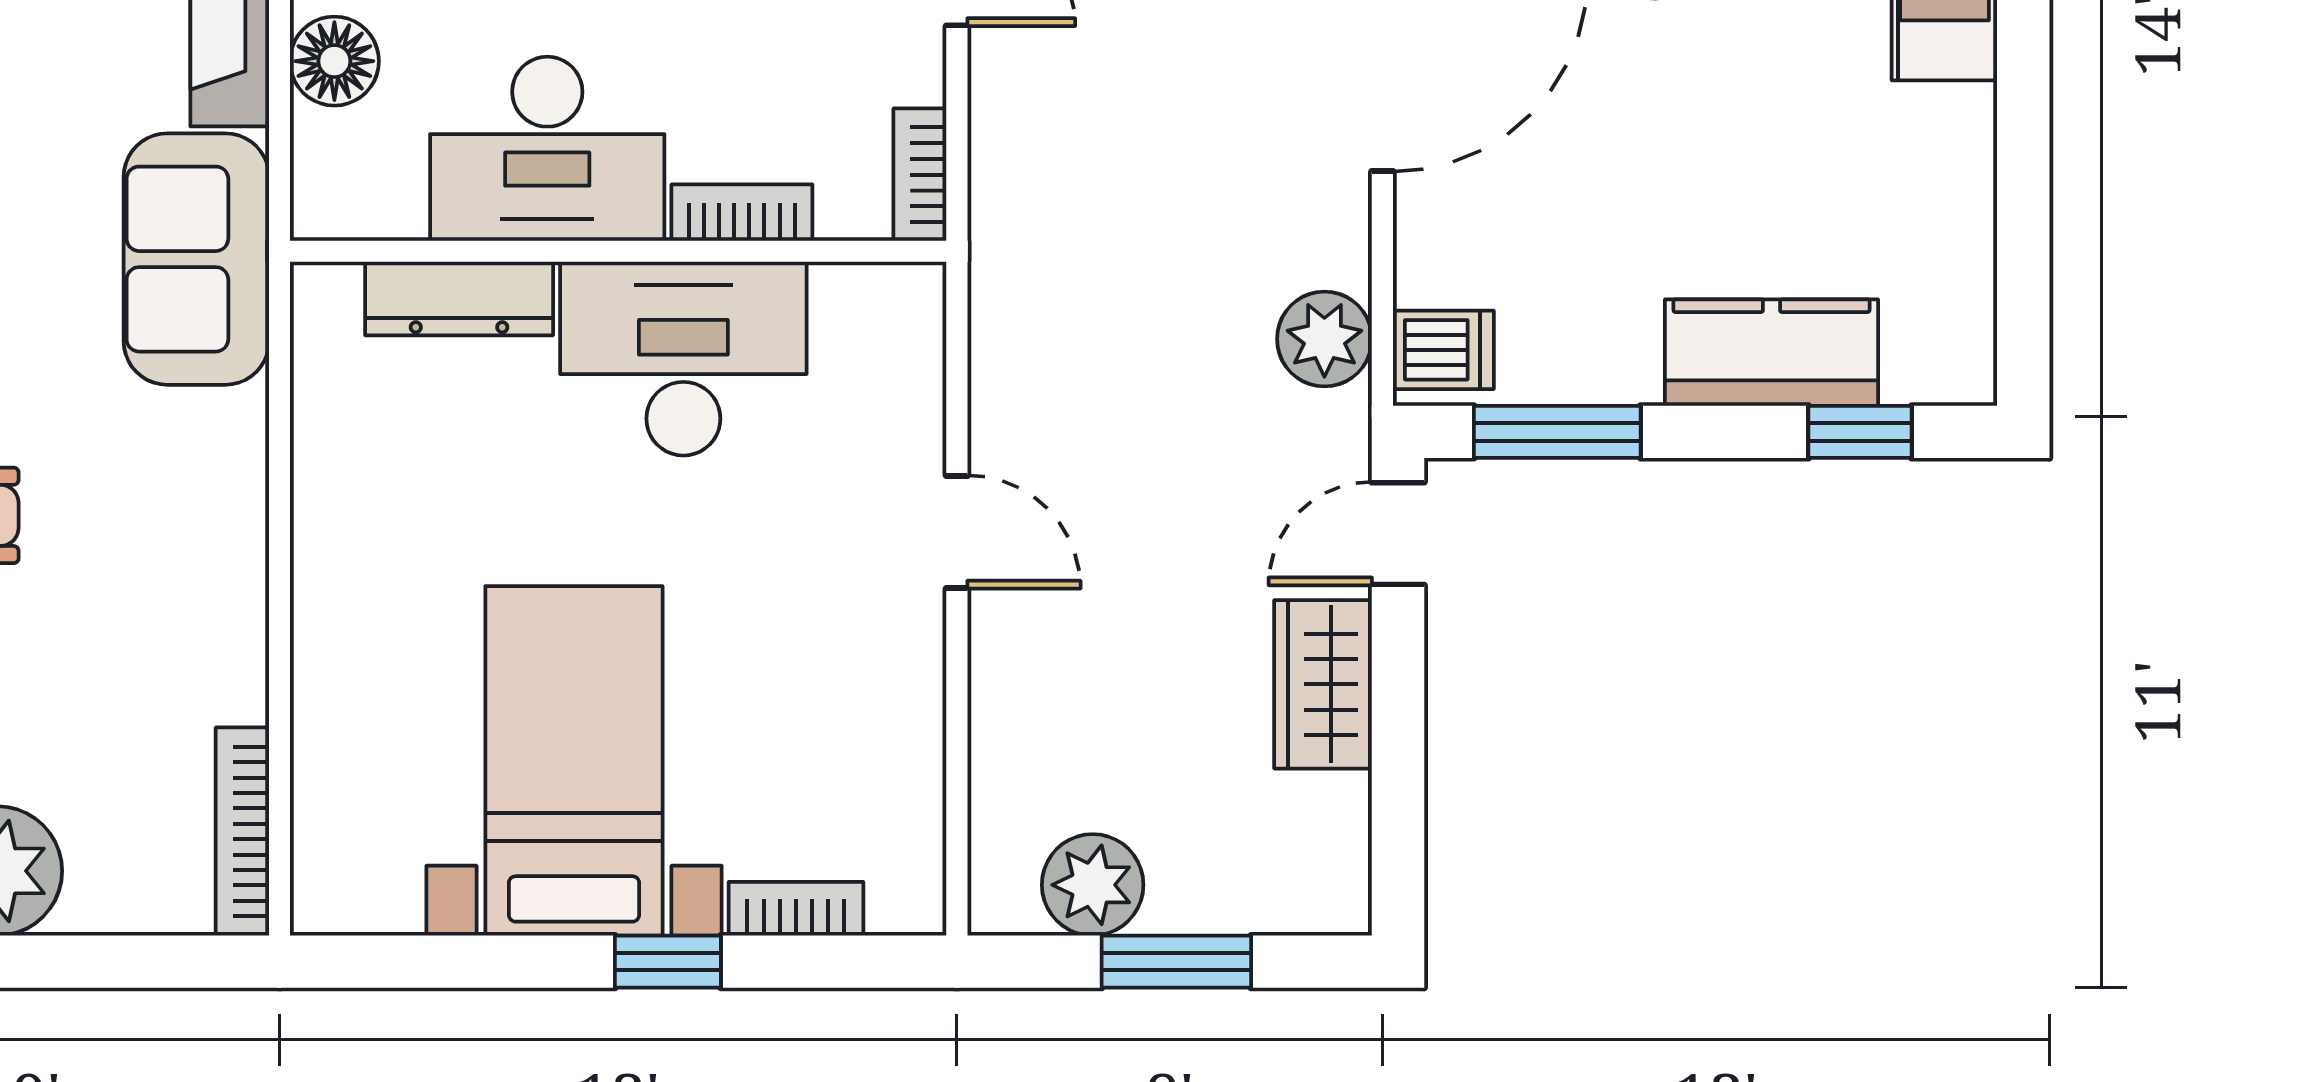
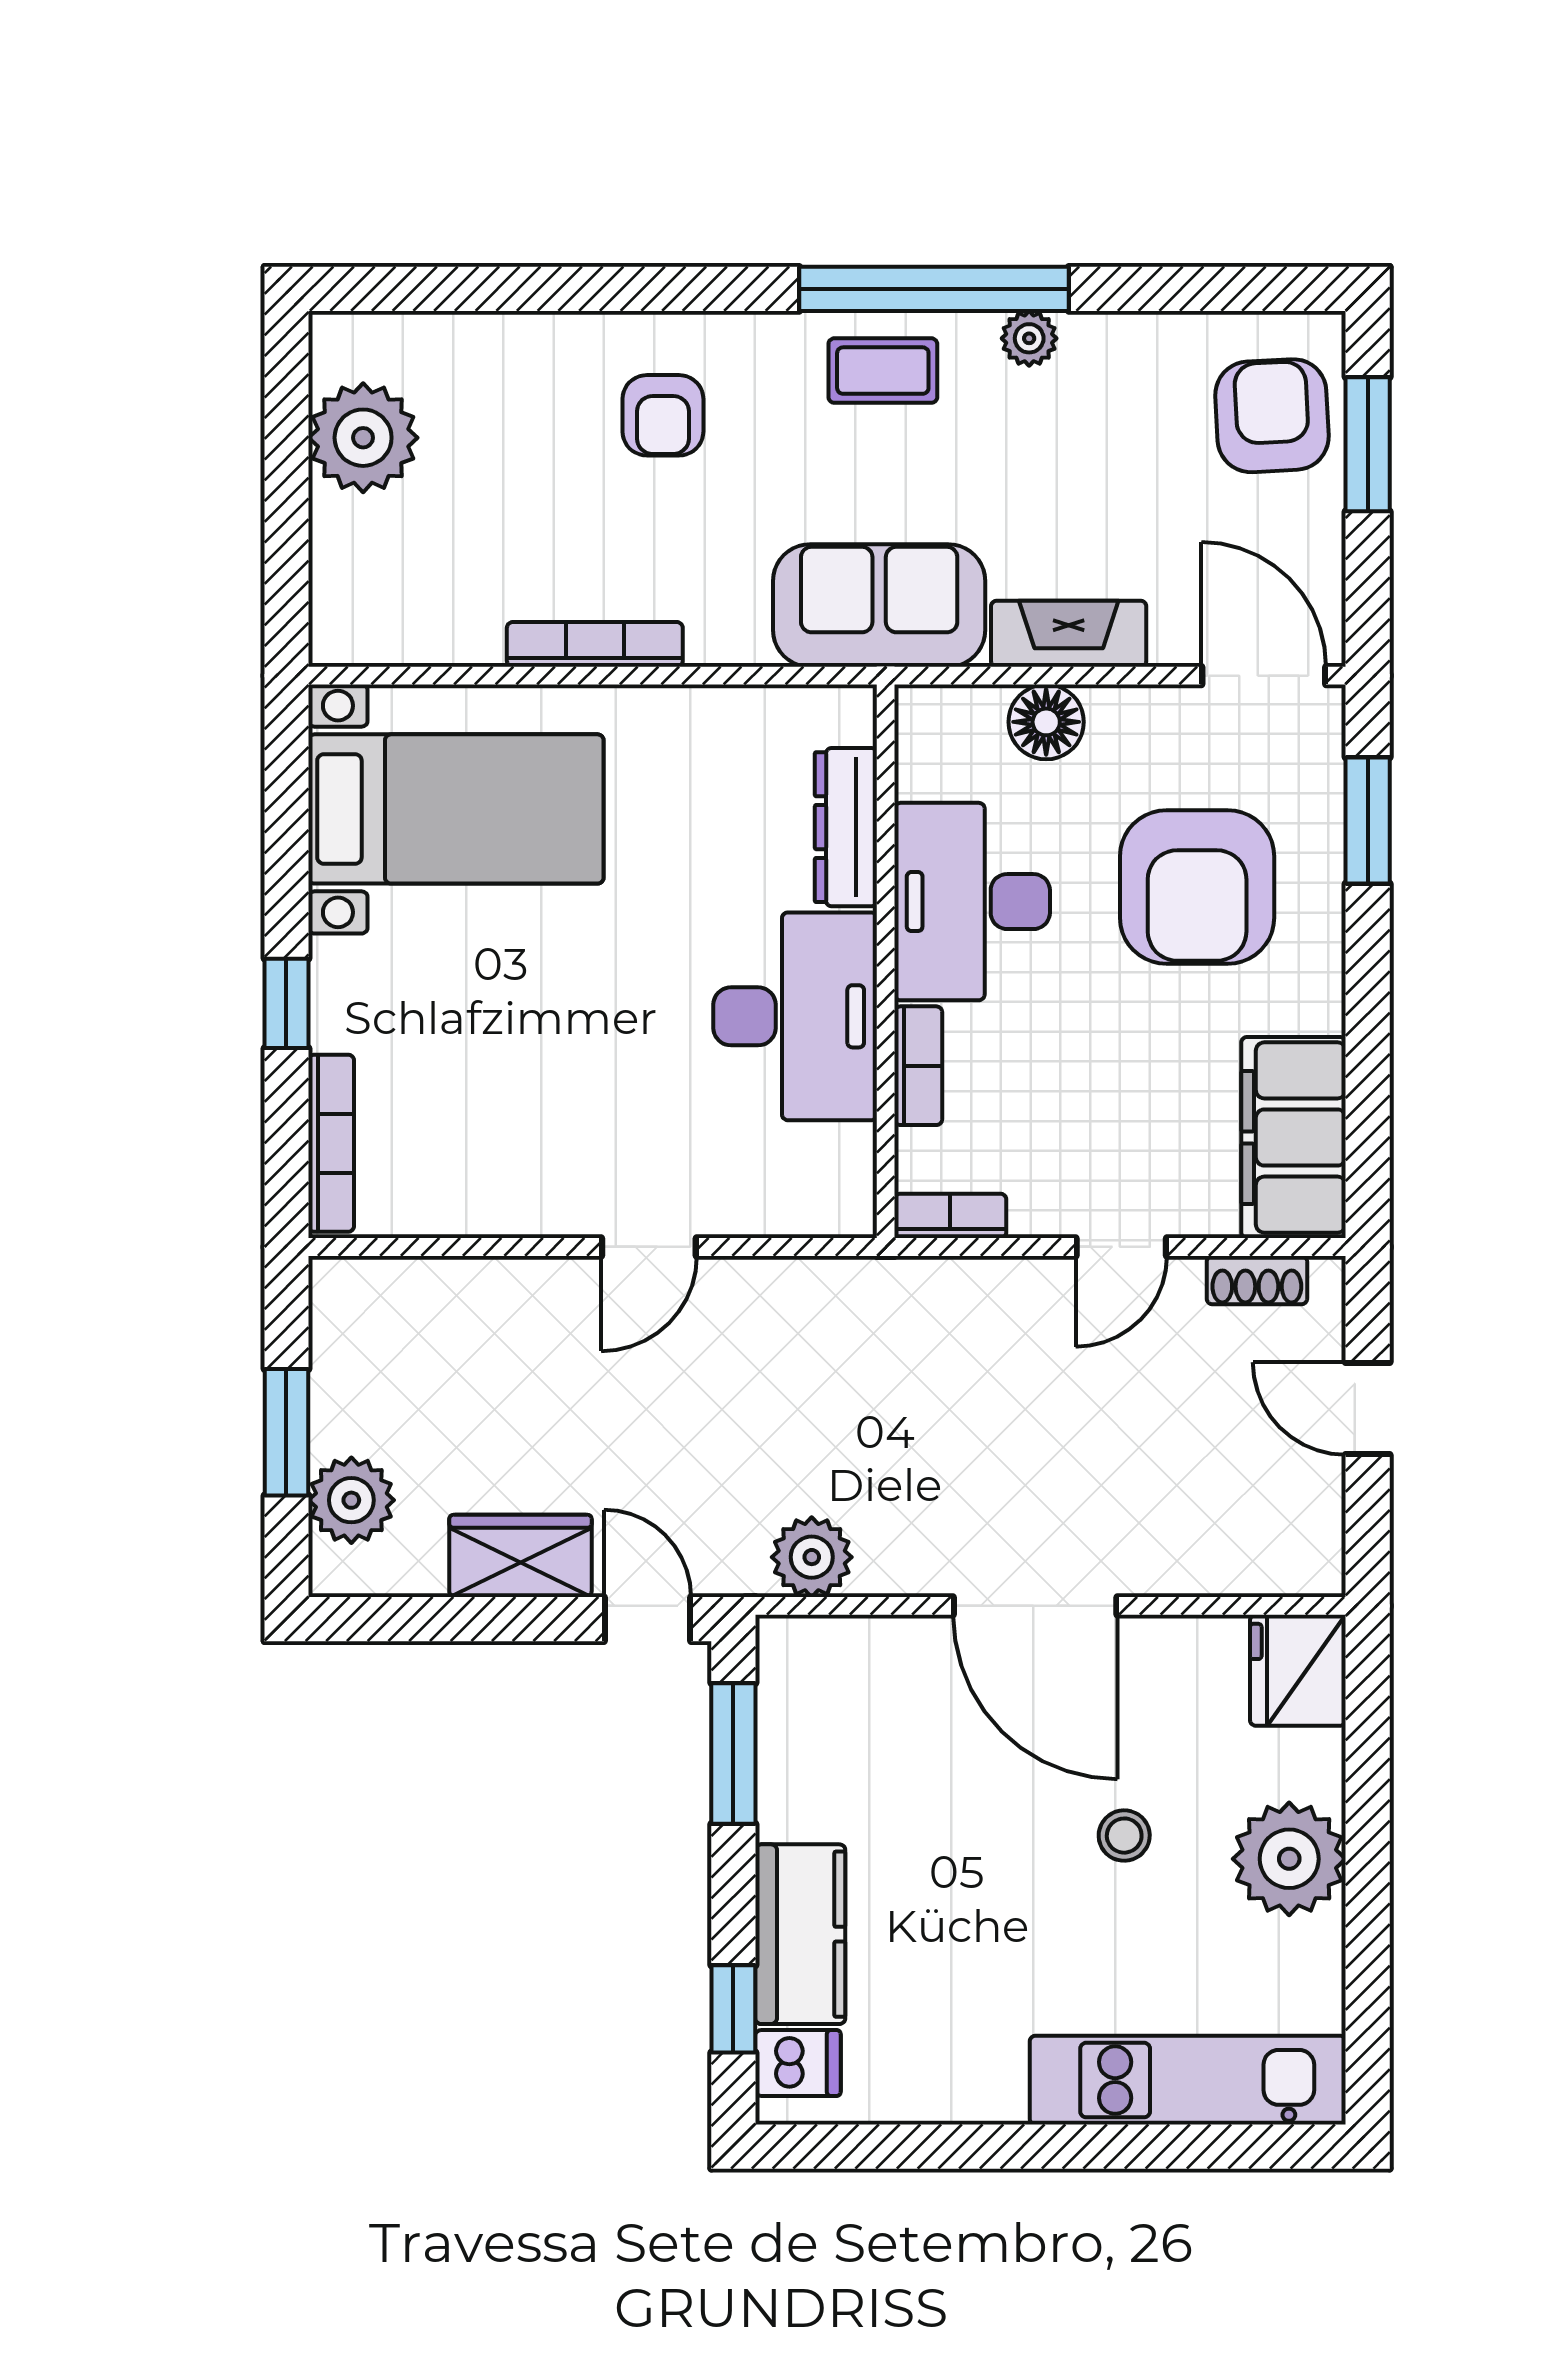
dishwasher: (1443, 350) -> (798, 2063), moved, turned -90
bed with nightstands: (574, 761) -> (456, 809), moved
bookcase: (242, 832) -> (595, 644), moved
plant: (1093, 885) -> (351, 1500), moved
bookcase: (796, 909) -> (331, 1143), width x1.56

